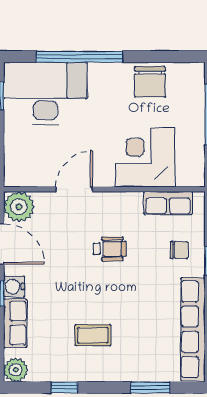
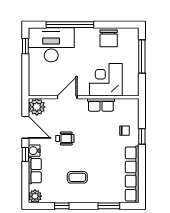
row of seats: (168, 203) -> (101, 105), moved
wheelchair: (110, 249) -> (65, 139), moved

